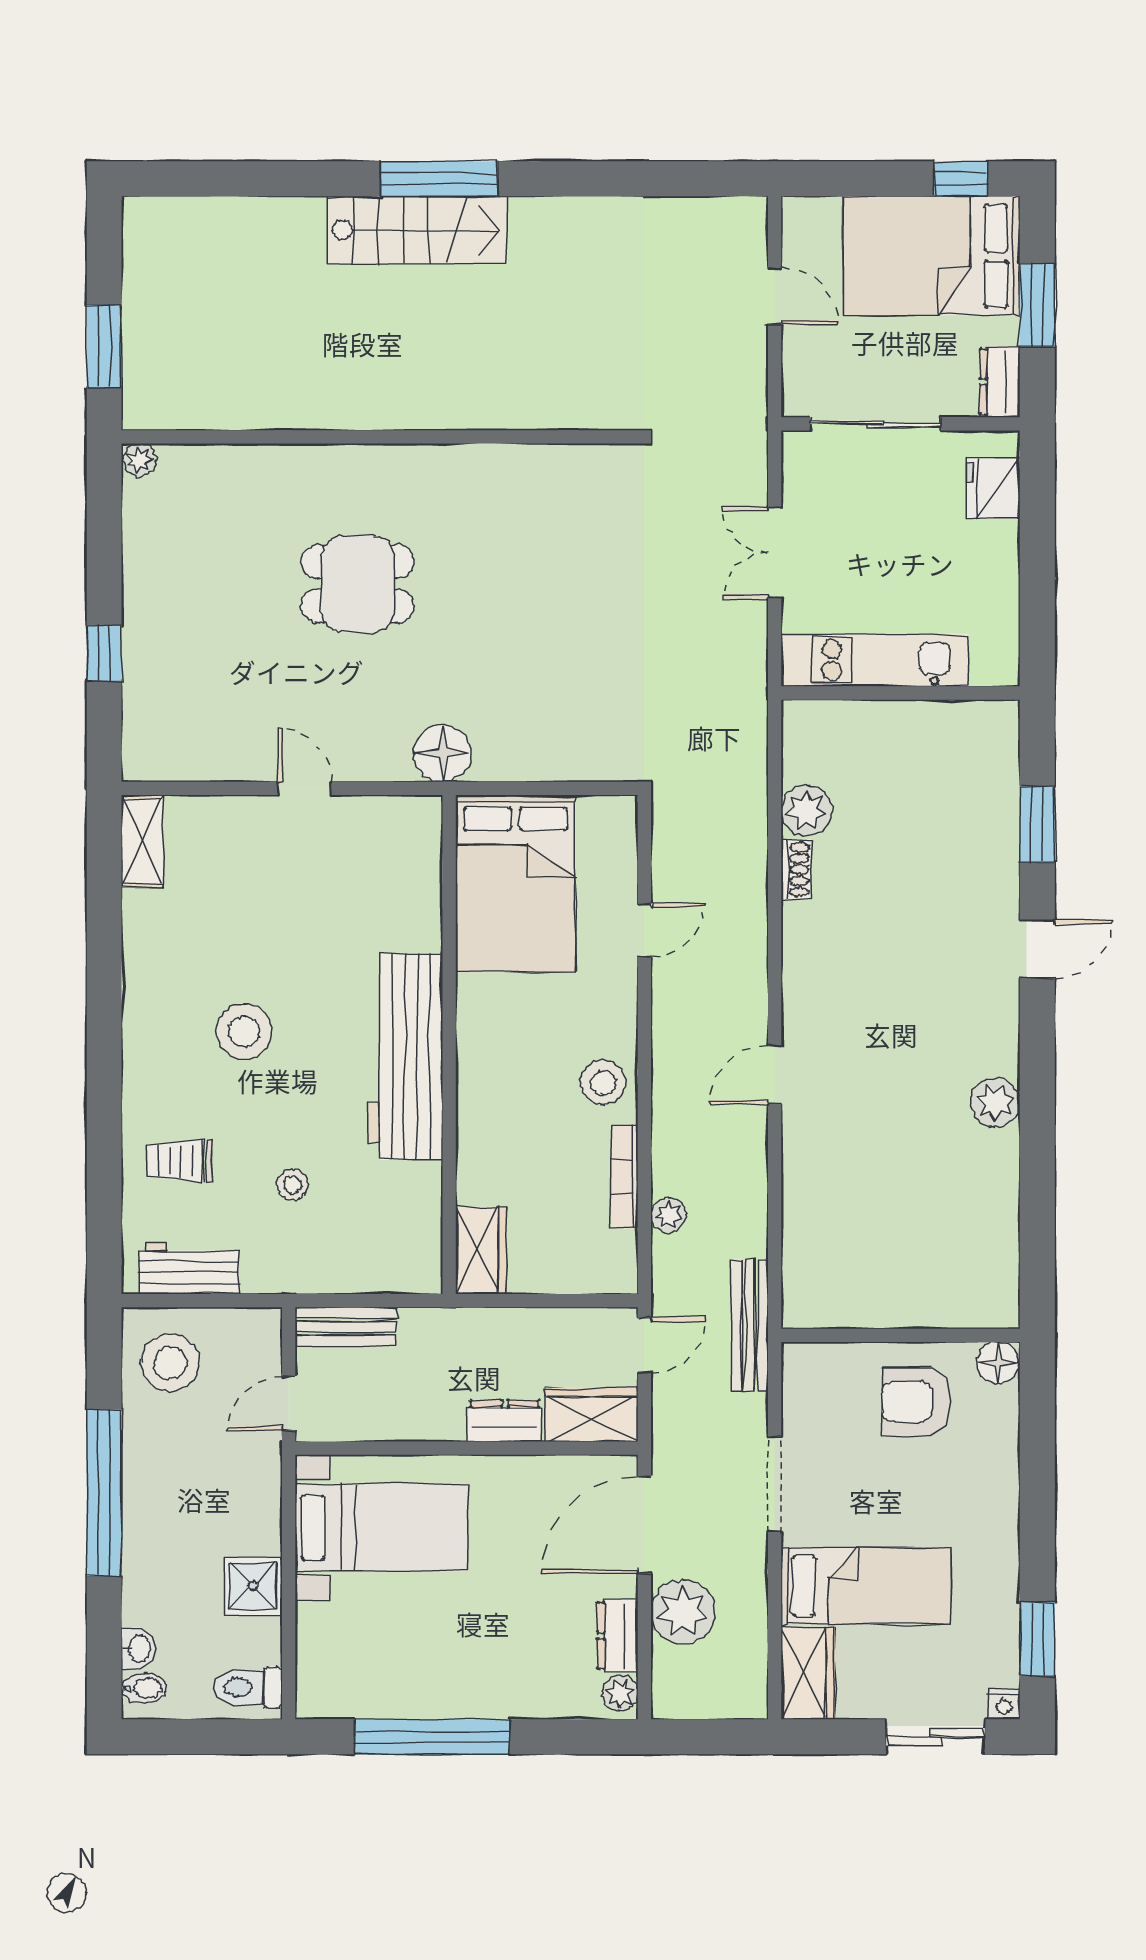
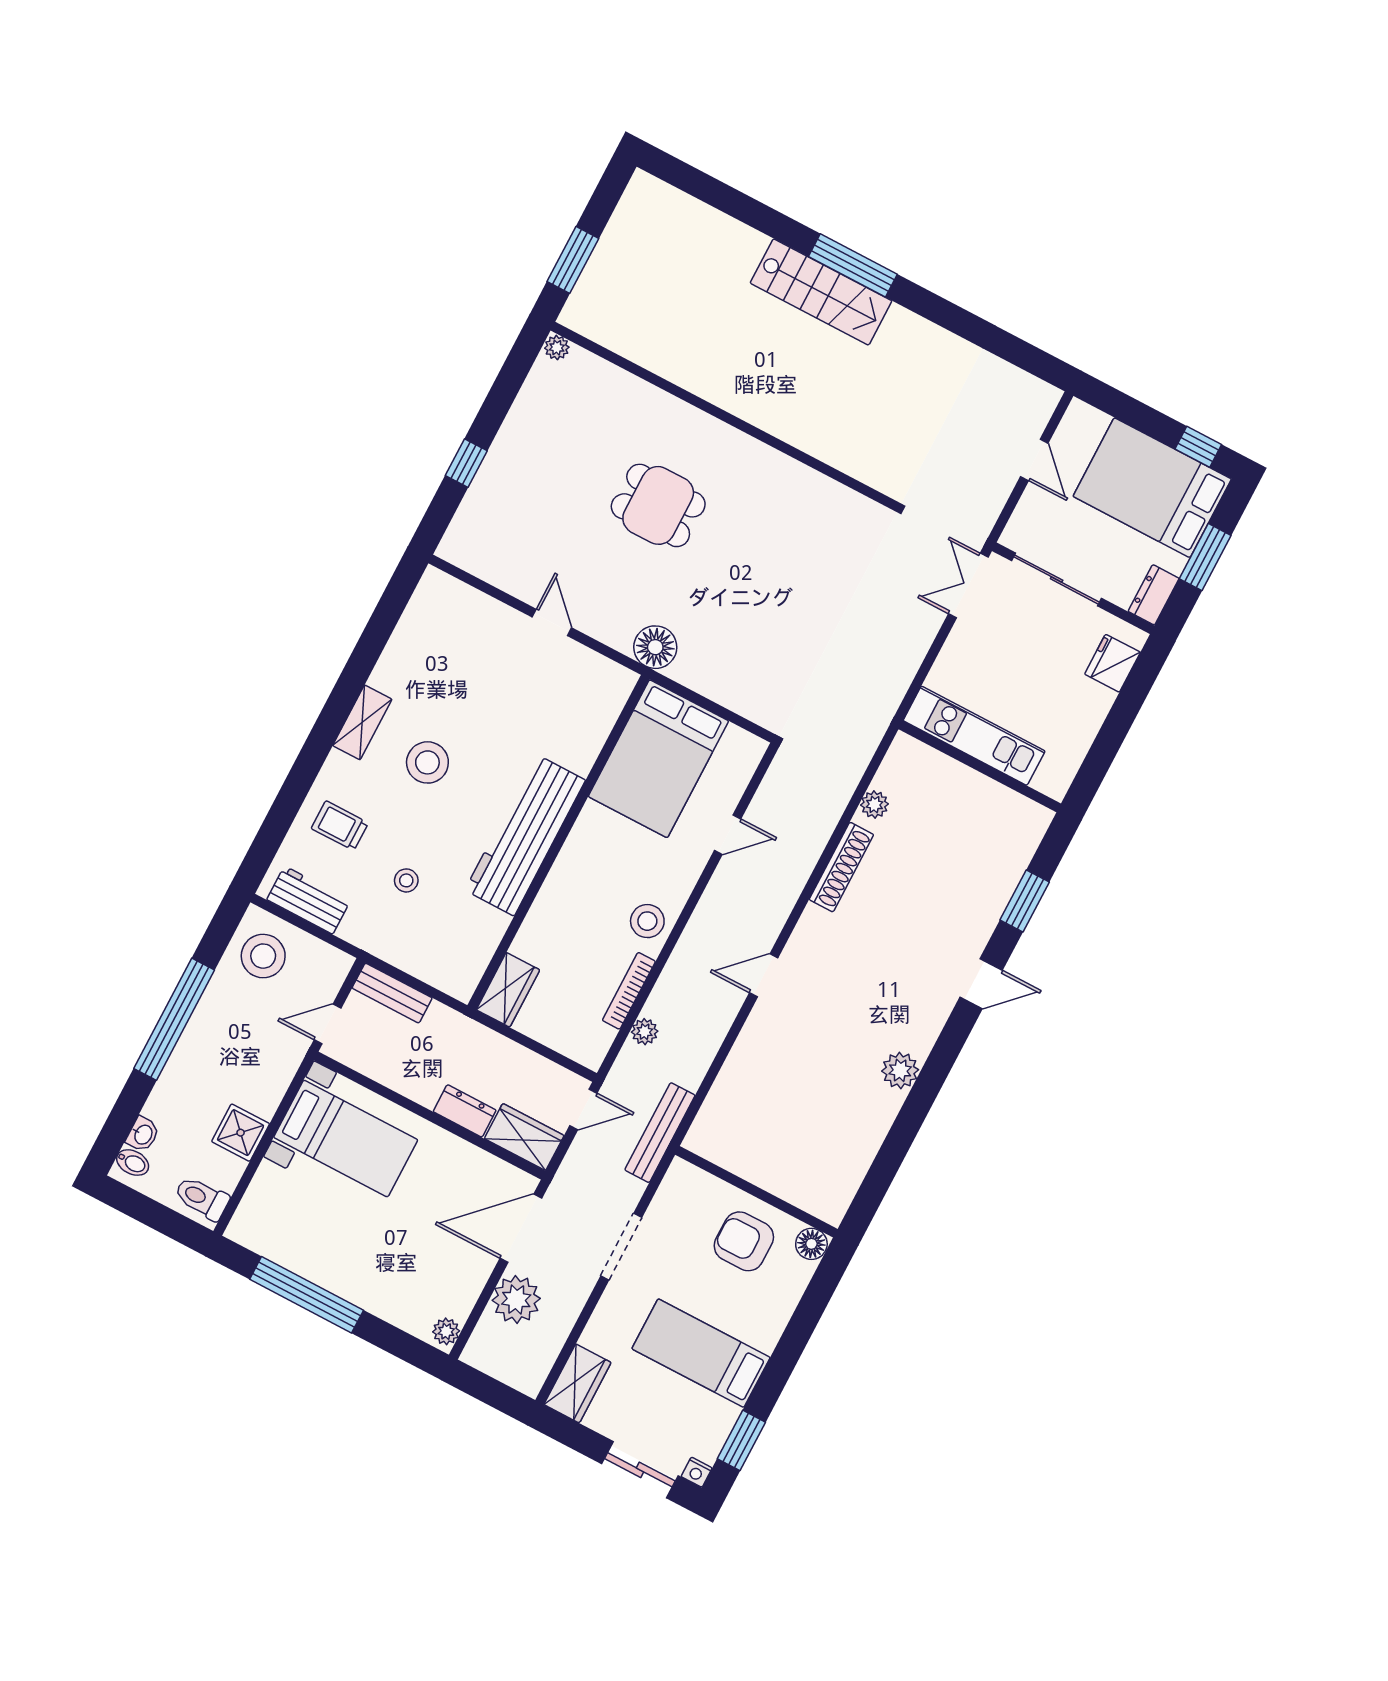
double door: (775, 553) -> (968, 586), moved
plant: (807, 810) -> (874, 805), width x0.73, depth x0.73
shelving: (142, 841) -> (362, 722), moved
shoe rack: (796, 870) -> (841, 867), width x1.94, depth x1.24
bed: (866, 1586) -> (701, 1353), moved, turned 180
dresser: (618, 1636) -> (465, 1292), removed

